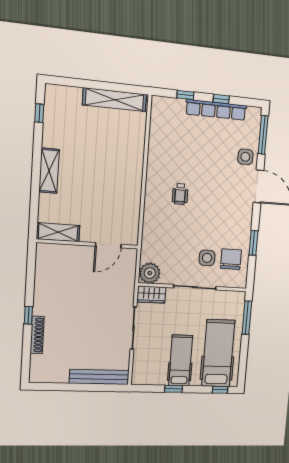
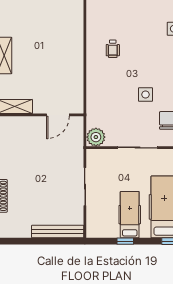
wheelchair: (180, 194) -> (113, 49), moved
side table: (207, 258) -> (145, 95), moved
wardrobe: (151, 295) -> (99, 156), removed

